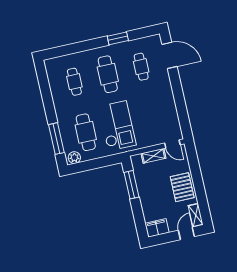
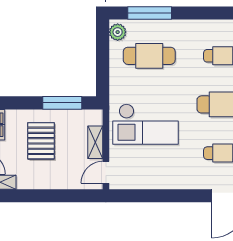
checkout: (117, 126) -> (145, 124), moved
pallet: (182, 187) -> (41, 141), moved, turned 90

